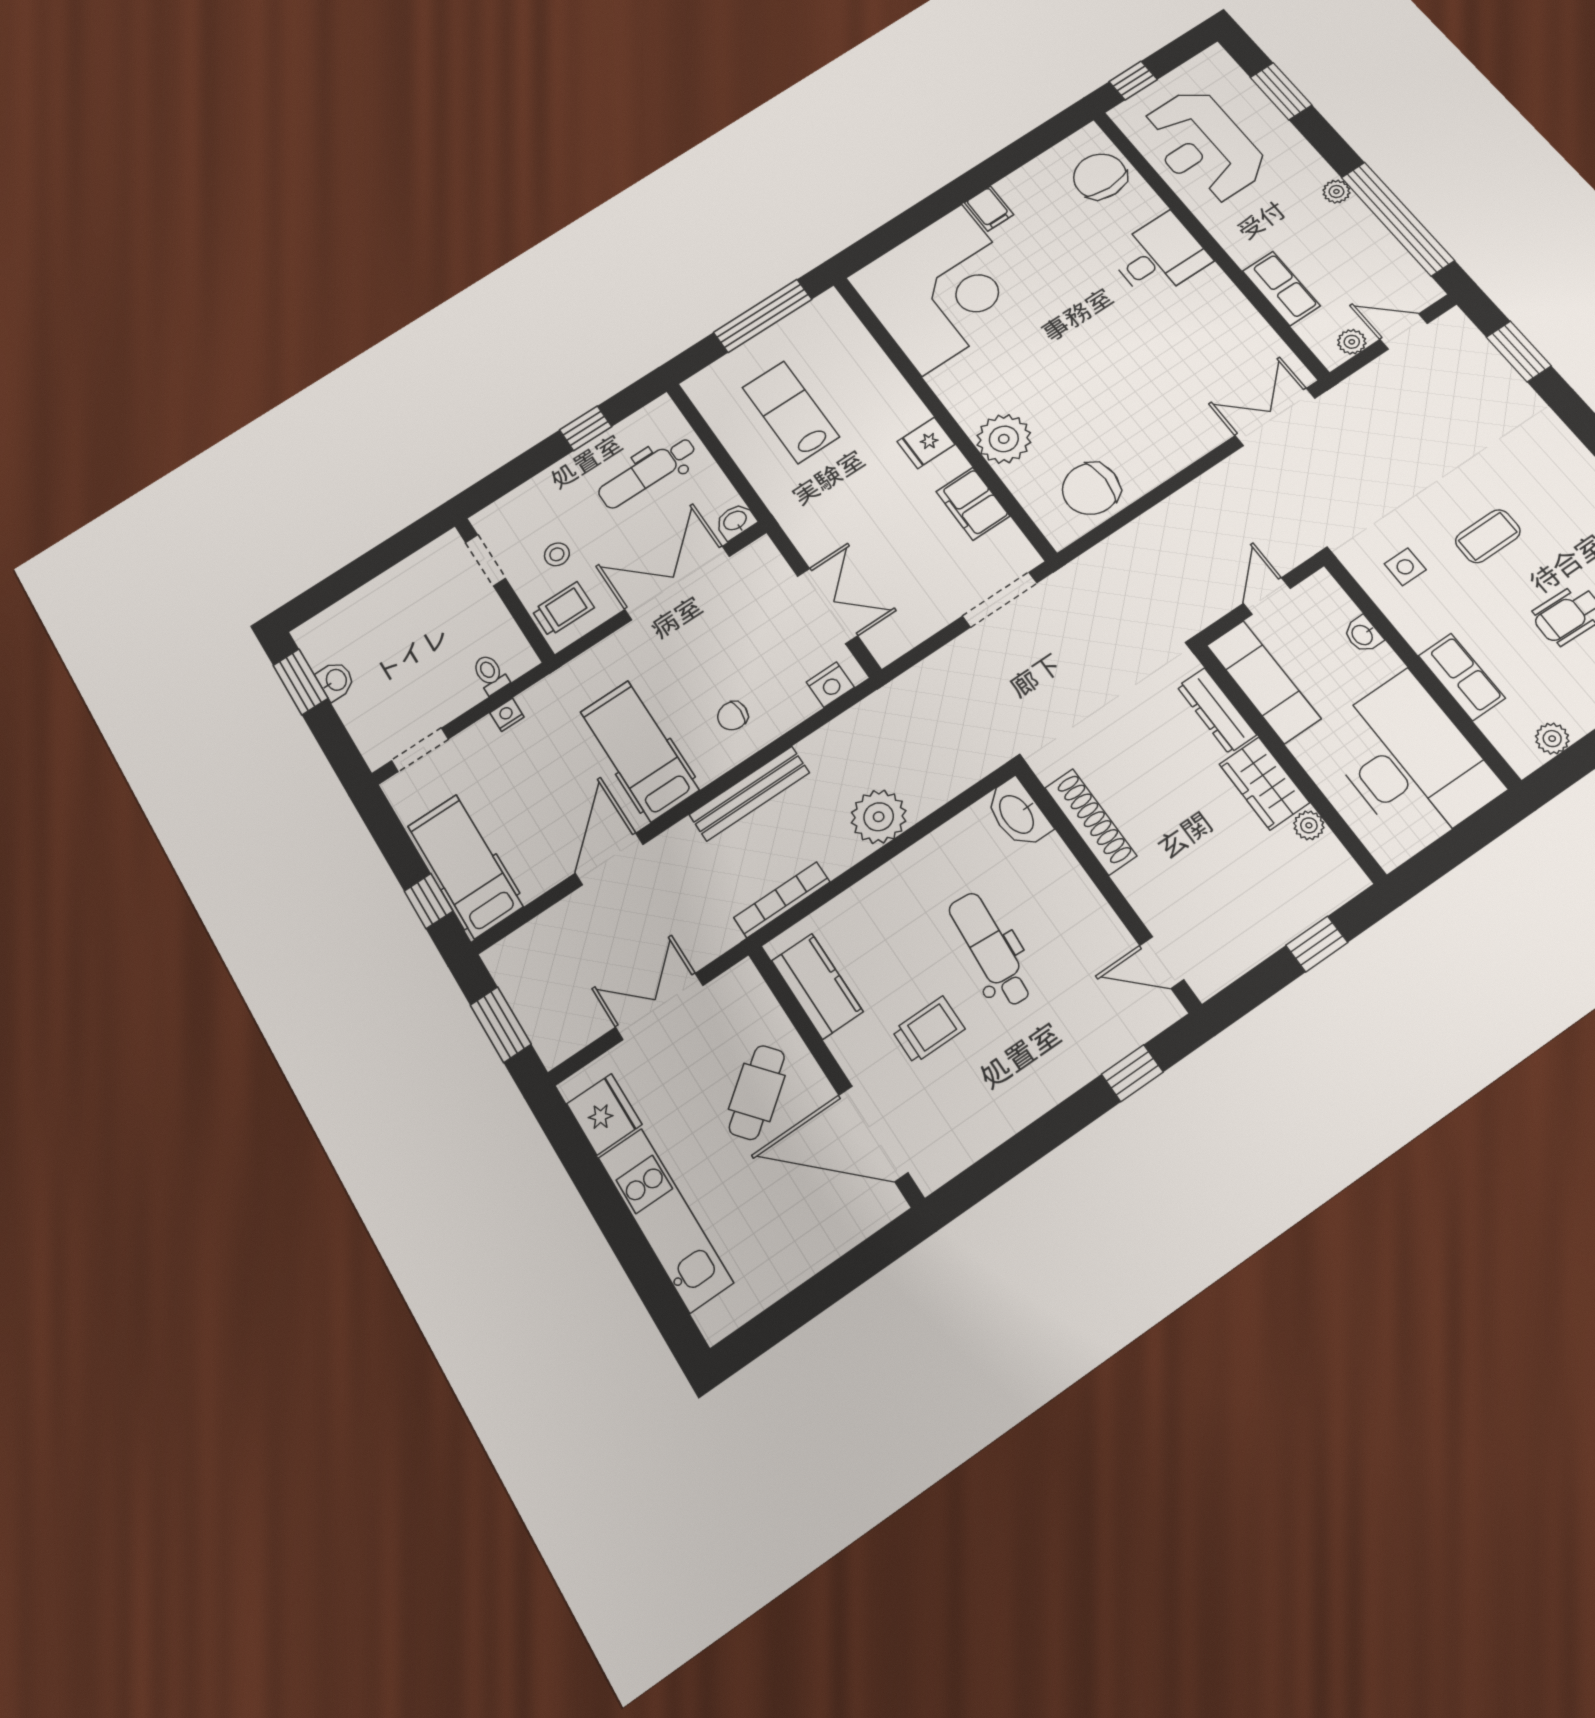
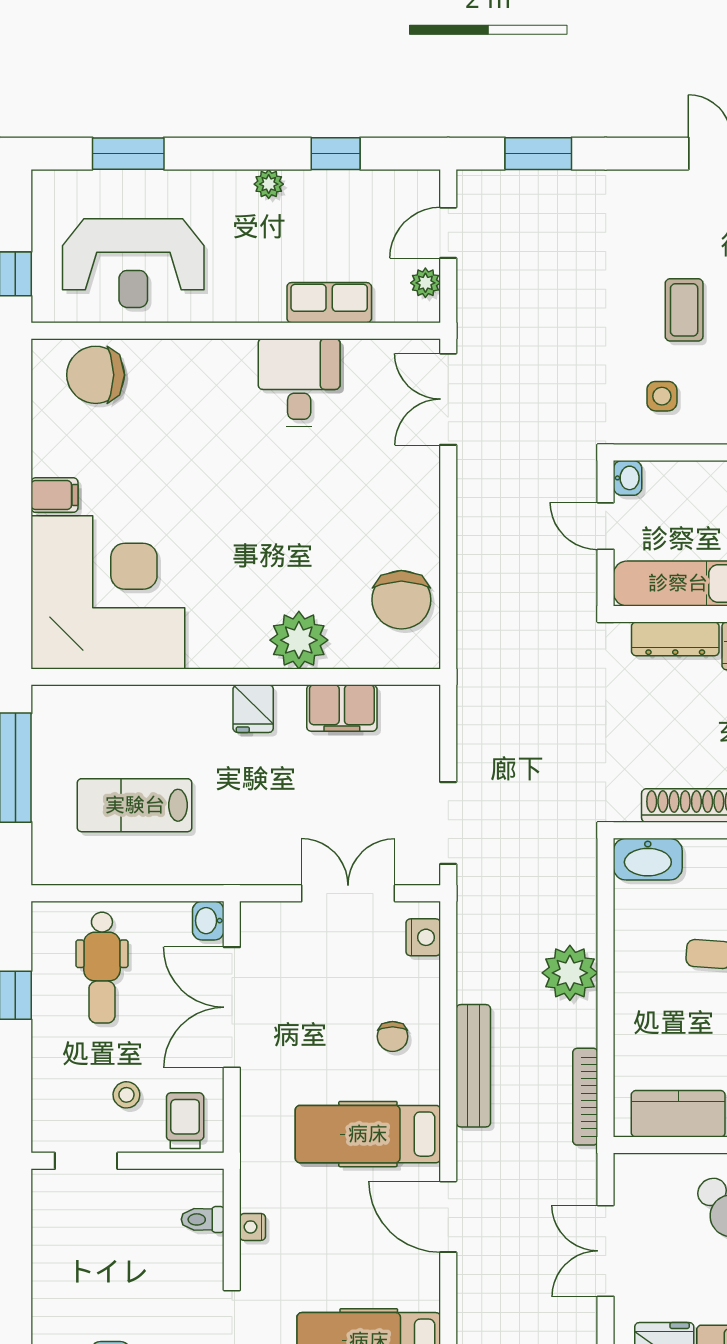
window: (1397, 219) -> (336, 154), width x0.32
desk: (1159, 256) -> (299, 382), moved
doorway: (1000, 600) -> (448, 823), moved
washbasin: (1363, 635) -> (628, 478), moved, turned -90

